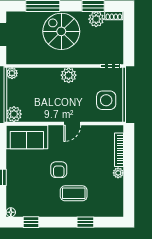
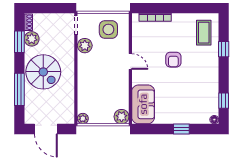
spiral stairs: (61, 31) -> (43, 72), turned -90
plant: (69, 75) -> (85, 46), moved
armchair: (59, 170) -> (173, 60), moved, turned 90
plant: (118, 173) -> (177, 18), removed
coffee table: (74, 193) -> (204, 33), moved

